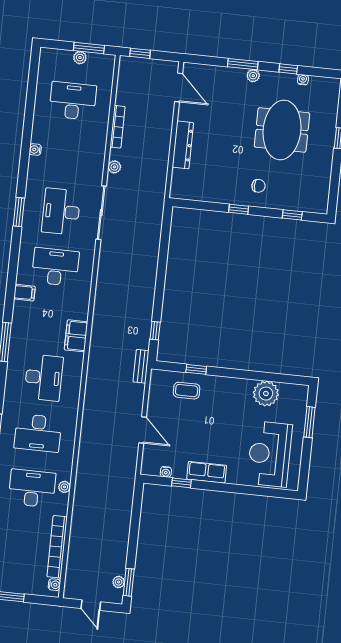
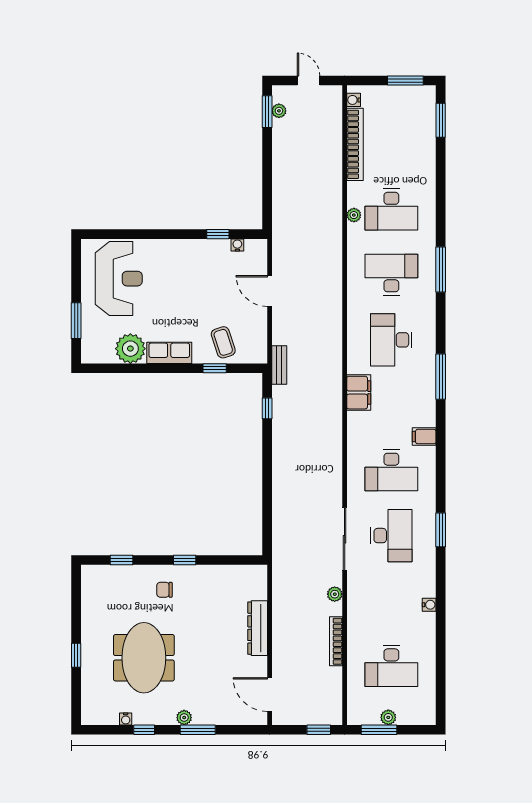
coffee table: (187, 391) -> (223, 342), turned 72
row of seats: (207, 472) -> (169, 353), moved, turned 180

